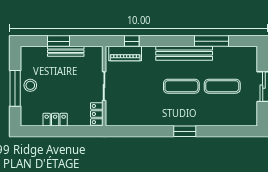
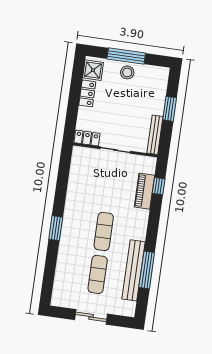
bench: (66, 51) -> (155, 135), moved
bench: (184, 53) -> (134, 270), moved
piano: (125, 54) -> (144, 191), moved
shower: (33, 117) -> (93, 70), added

